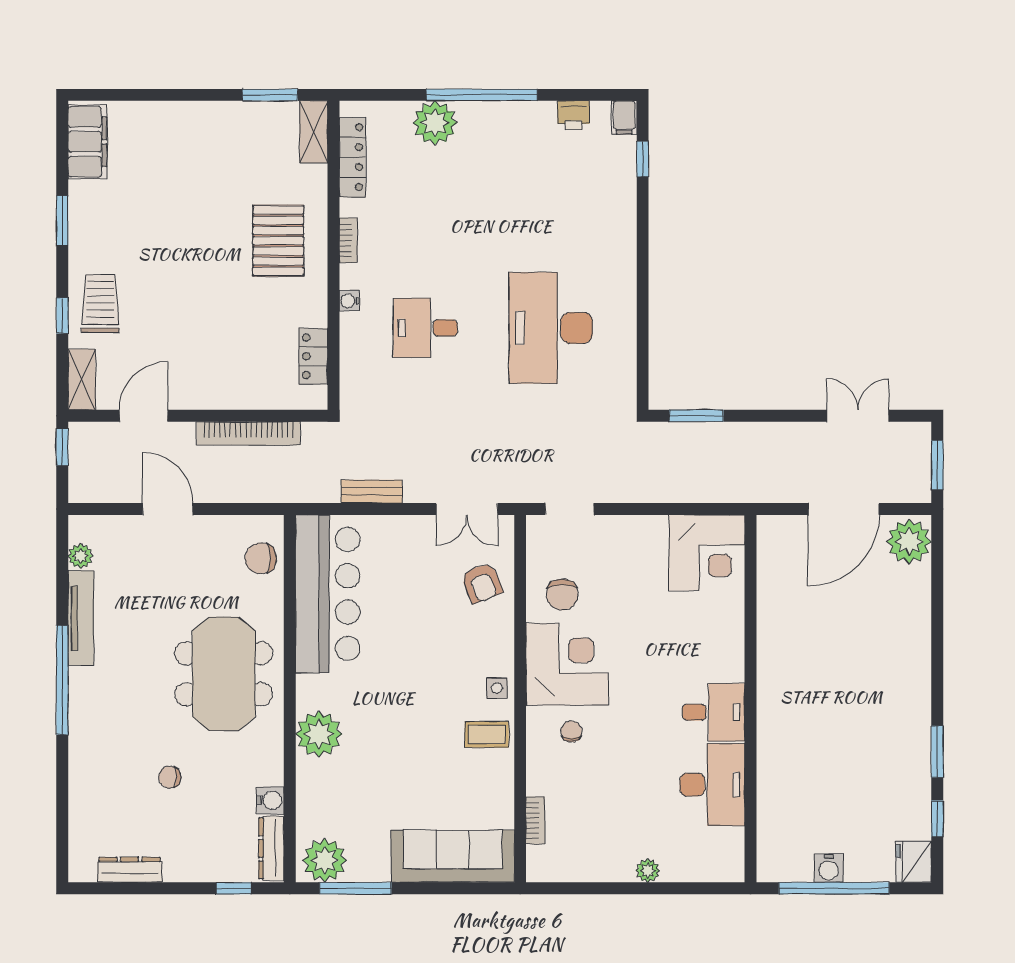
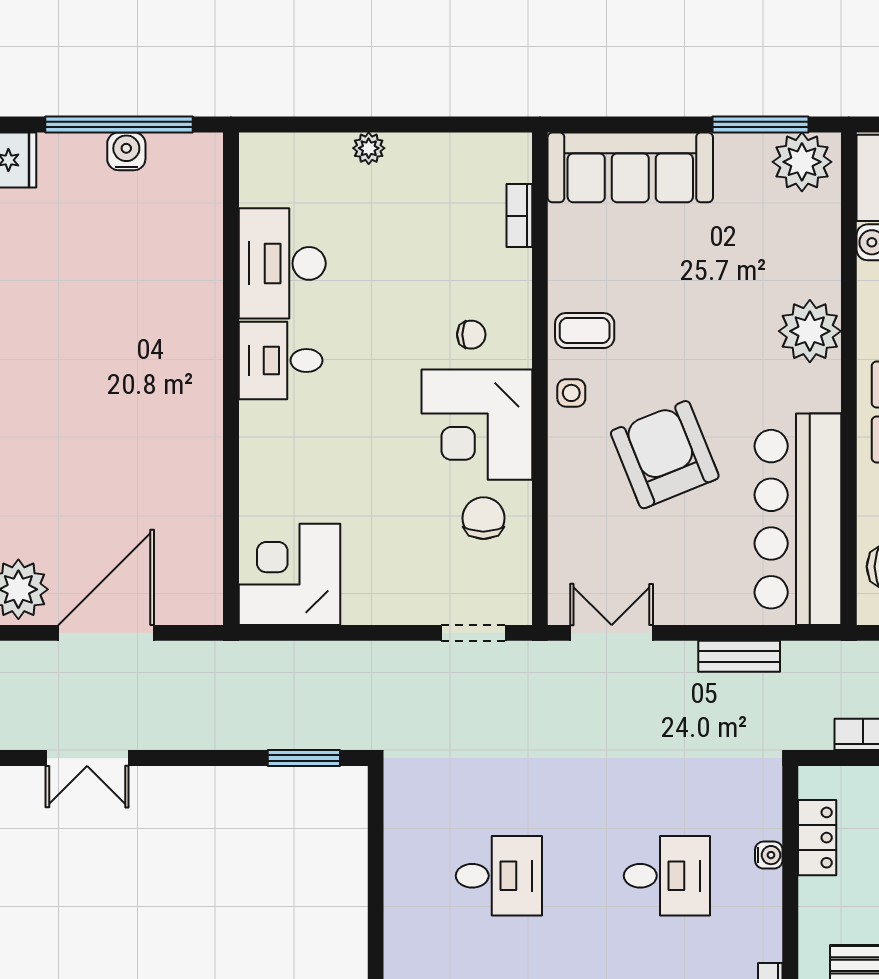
water cooler: (349, 301) -> (769, 855), moved
desk: (551, 328) -> (499, 876), width x0.53, depth x0.77
armchair: (482, 583) -> (665, 455), moved, width x1.88, depth x1.88
chair: (571, 731) -> (471, 335), turned -90

